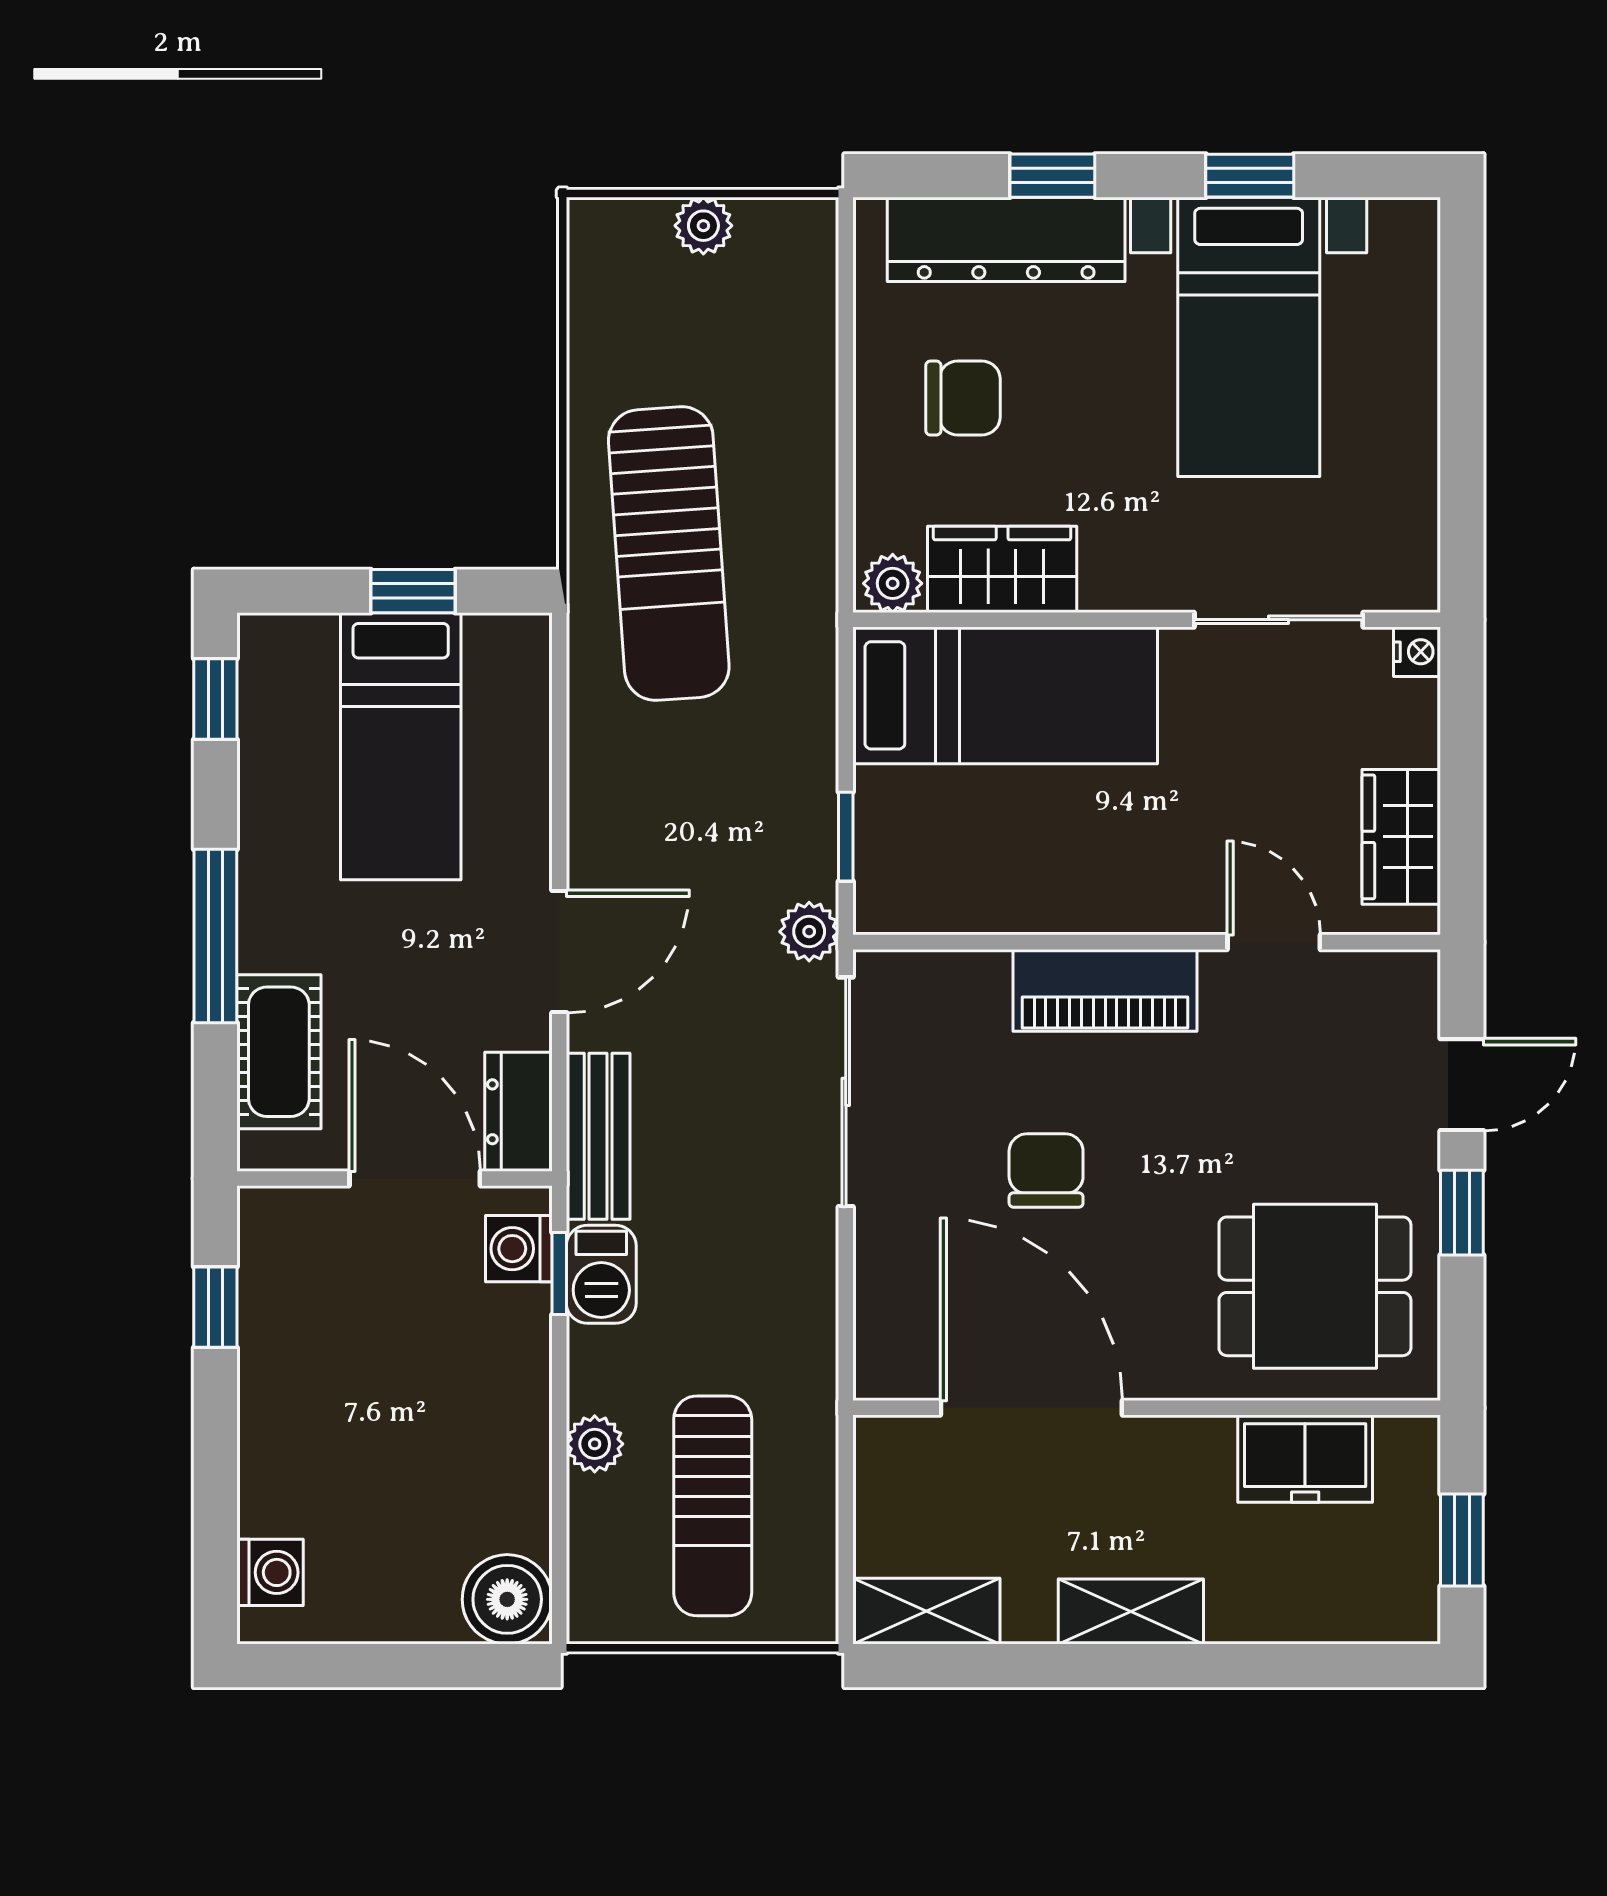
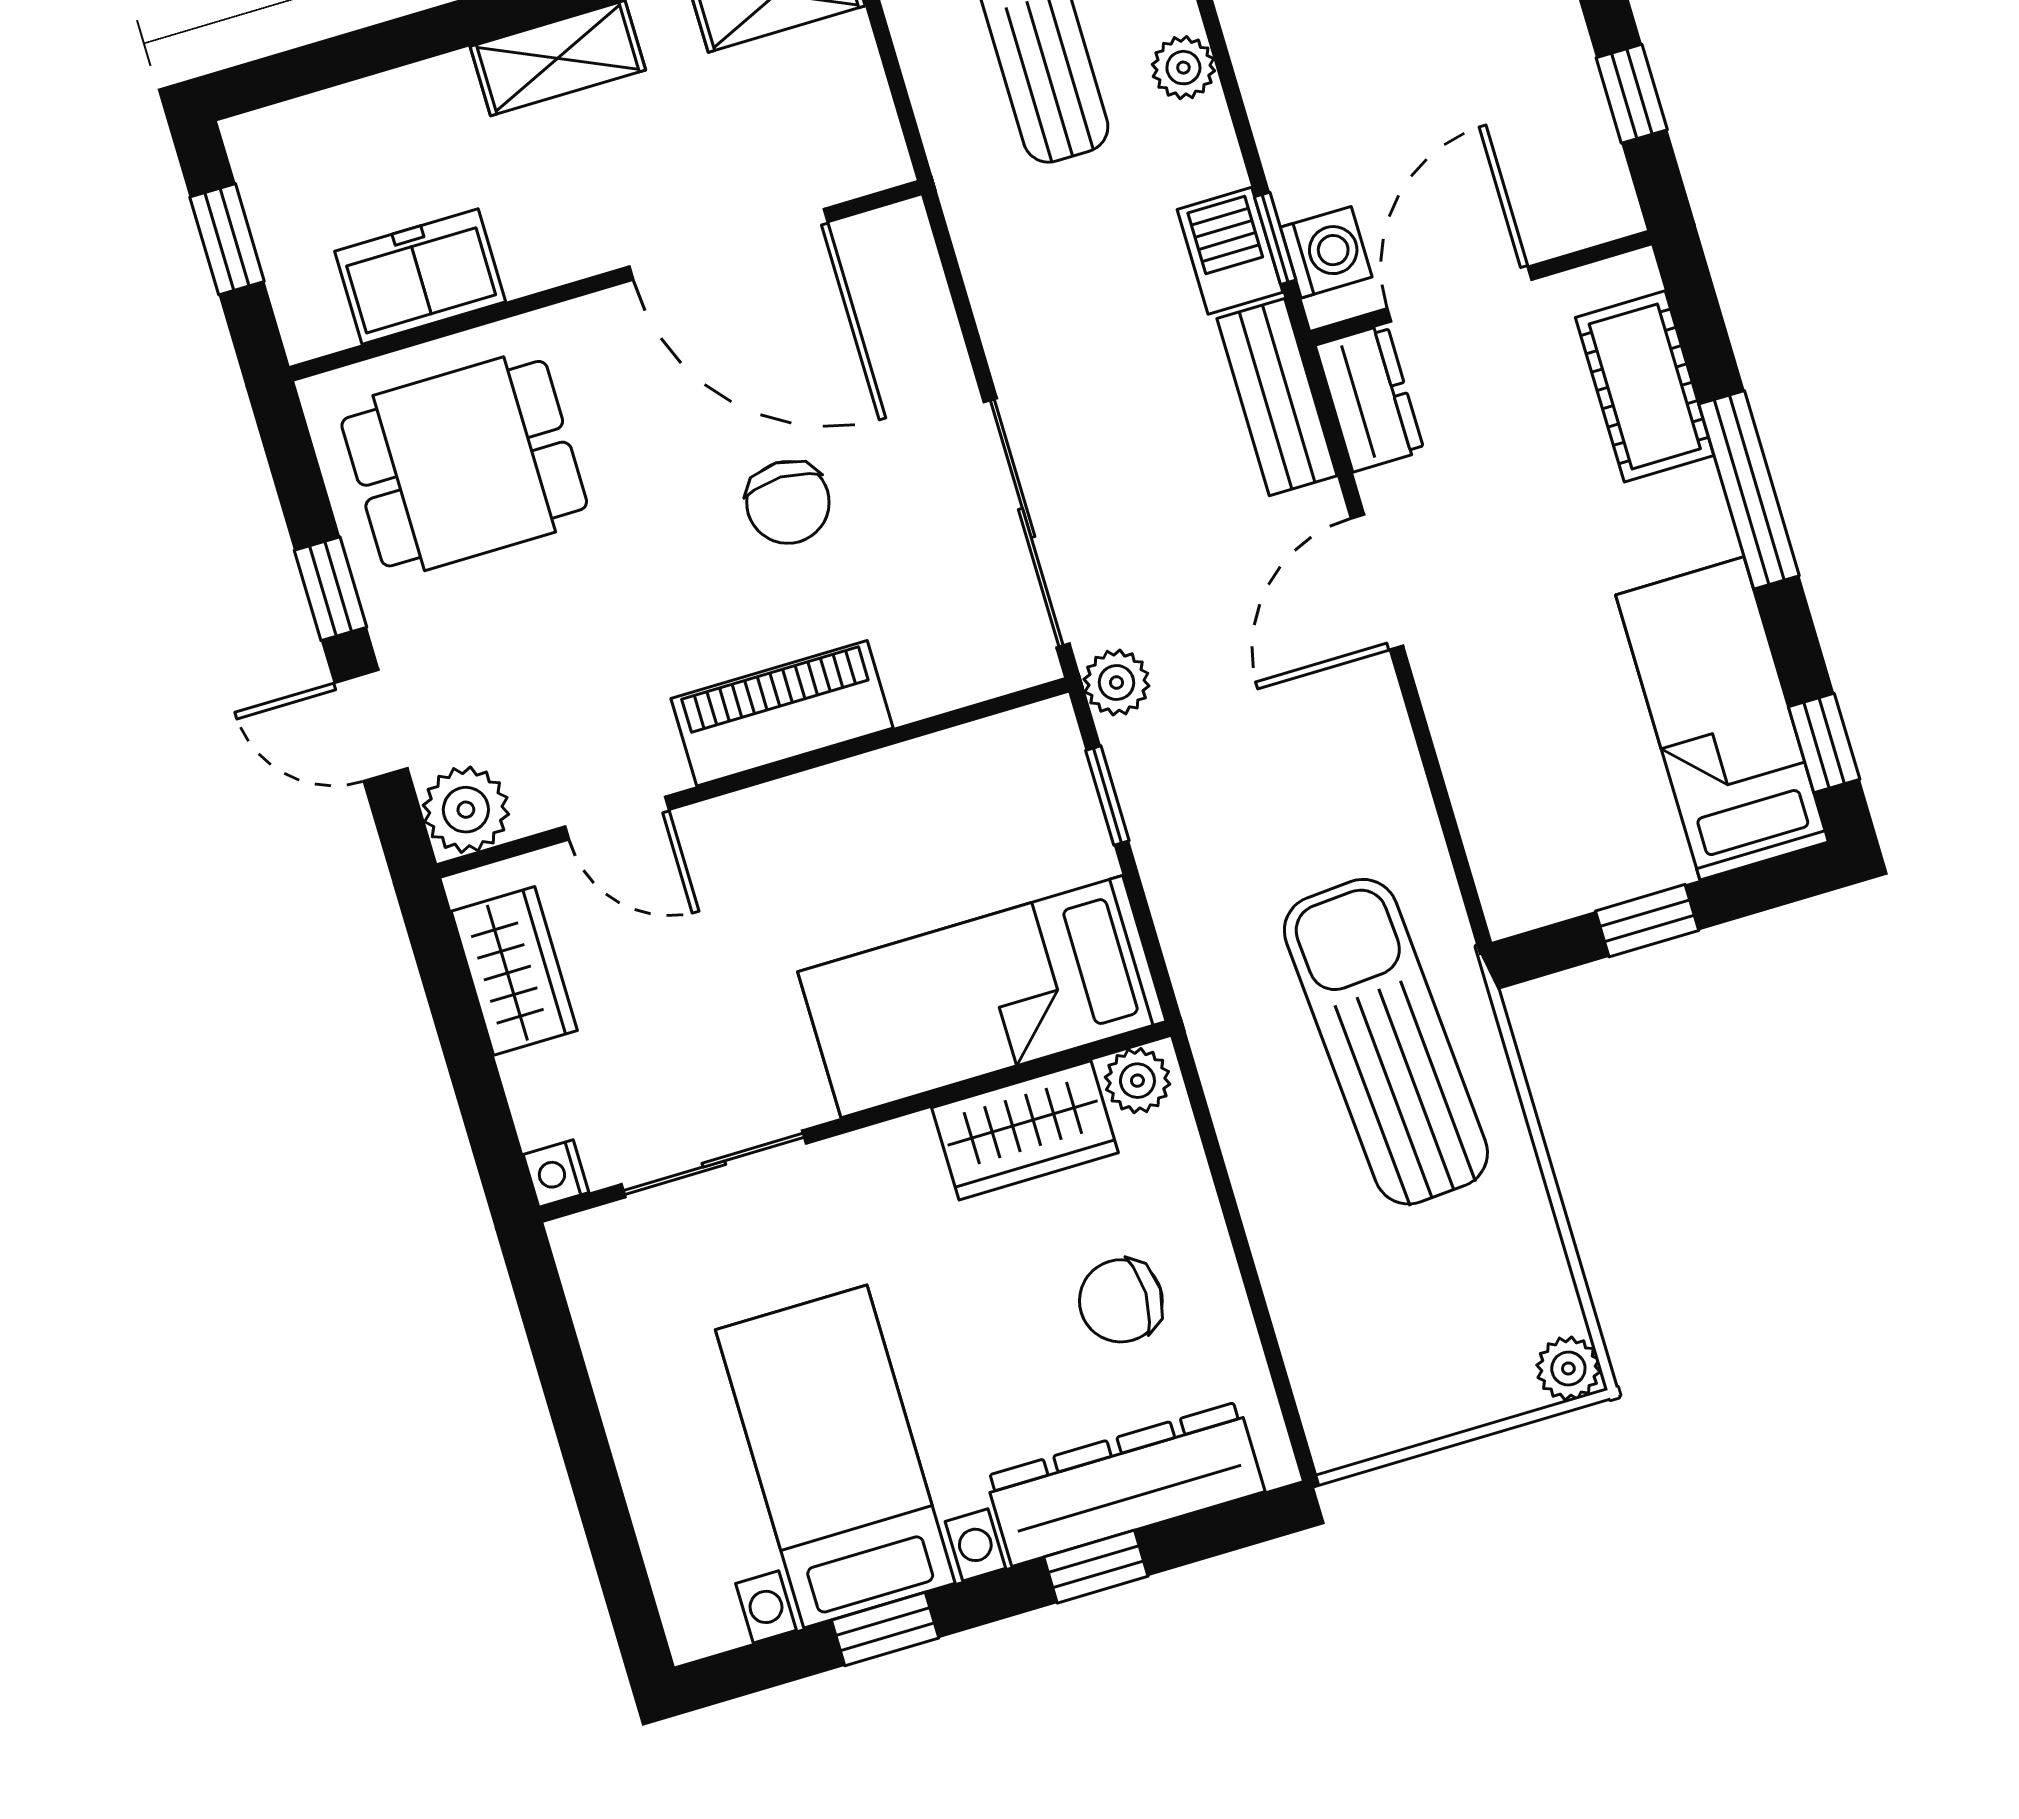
plant: (703, 226) -> (1568, 1368), moved
bed: (401, 746) -> (1722, 718), moved
plant: (1402, 988) -> (466, 810), added
door: (1462, 1085) -> (371, 726), hinge flipped
door: (415, 1179) -> (1459, 294), swing flipped

